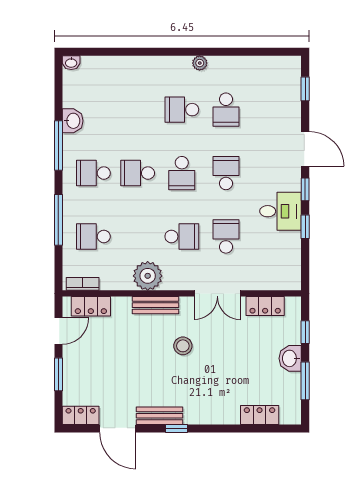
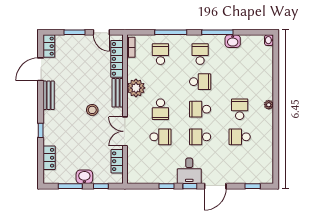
plant: (200, 63) -> (269, 105), moved
school desk: (138, 173) -> (200, 82), turned 90
school desk: (226, 173) -> (200, 137), turned 180
desk: (280, 211) -> (189, 171), moved
locker: (91, 306) -> (117, 59), width x1.53
window: (176, 429) -> (41, 130), moved

